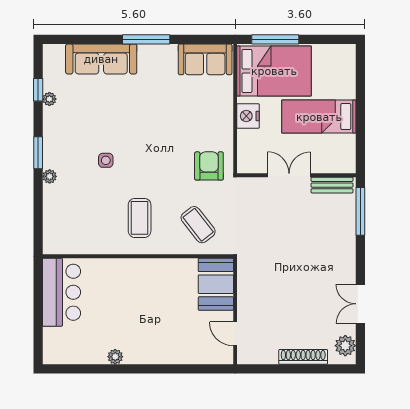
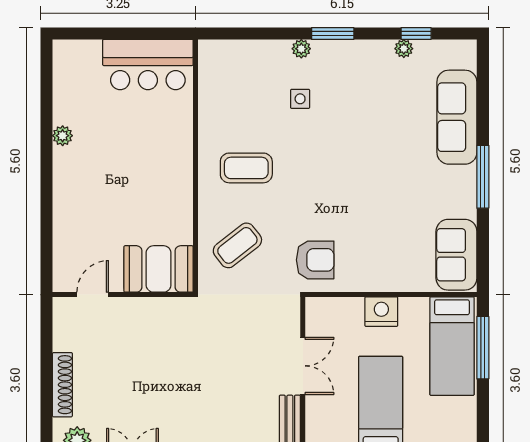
bed: (274, 71) -> (452, 346), width x0.67
side table: (106, 160) -> (300, 99), moved

